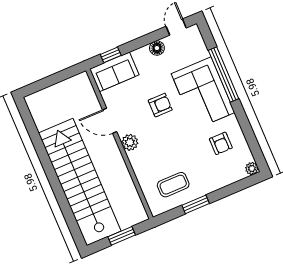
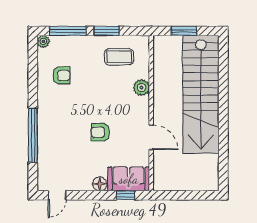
floor lamp: (157, 48) -> (100, 184), moved
corner sofa: (203, 93) -> (58, 127), removed
plant: (130, 142) -> (141, 87), moved
armchair: (221, 143) -> (61, 75), turned 90
window: (233, 188) -> (68, 31), added

